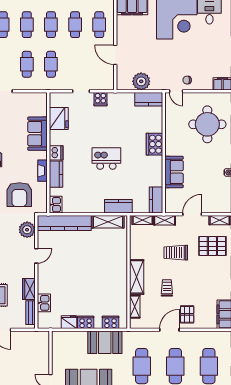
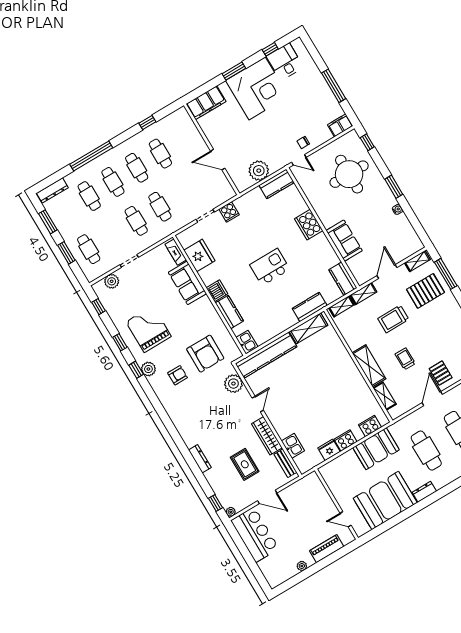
cafe table: (99, 25) -> (184, 139), removed
fireplace: (43, 171) -> (176, 252), moved
wardrobe: (29, 289) -> (267, 436), width x1.50

